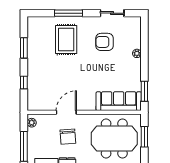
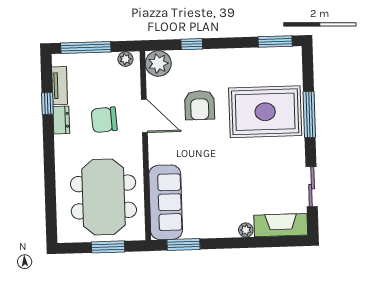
fireplace: (135, 32) -> (281, 225), added
rug: (66, 40) -> (265, 112), width x1.37, depth x1.44
armchair: (104, 42) -> (200, 105), moved, turned 180
window: (24, 48) -> (275, 42), moved
plant: (35, 103) -> (158, 63), added

